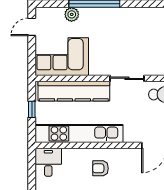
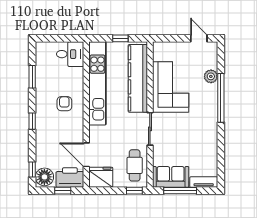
corner sofa: (62, 57) -> (171, 87), moved

